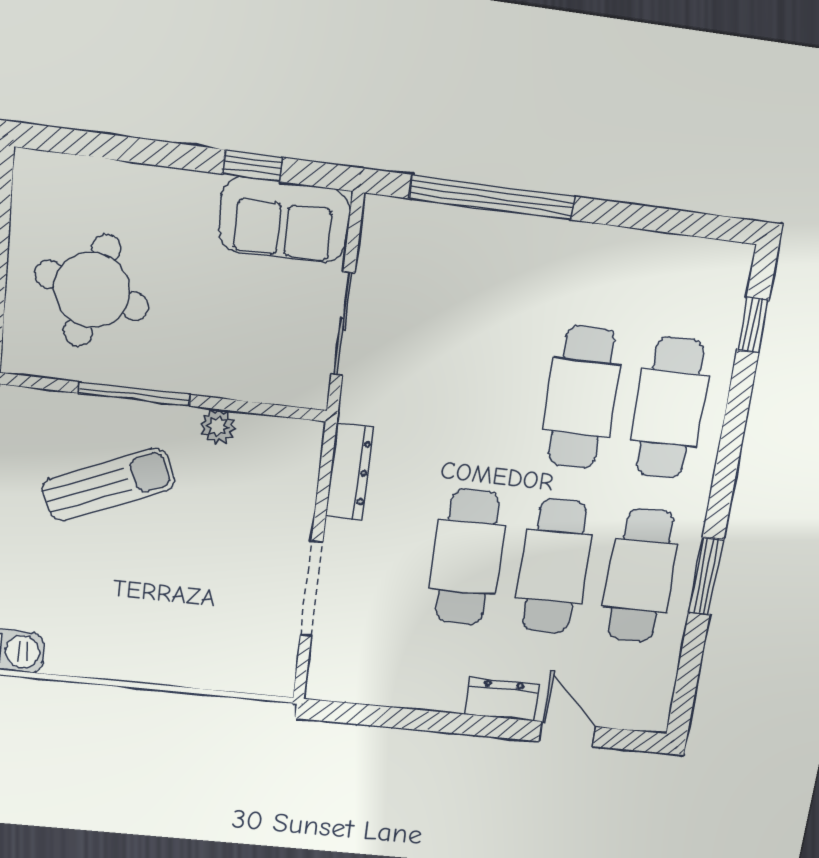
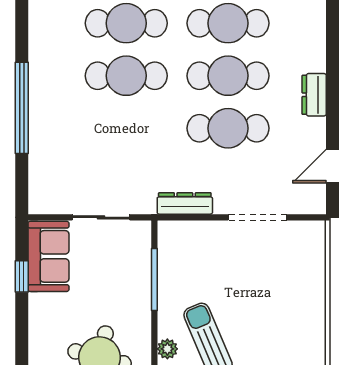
window: (492, 197) -> (22, 108), moved
window: (134, 394) -> (154, 280), moved
plant: (218, 427) -> (167, 349), moved
door: (567, 734) -> (332, 166), moved

